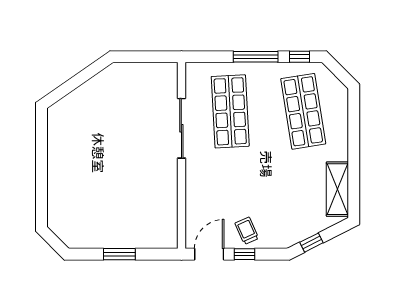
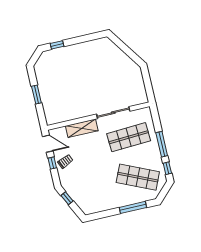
shop shelf: (303, 111) -> (138, 177), turned 33
window: (354, 132) -> (133, 207), added
shelving: (337, 189) -> (82, 128), moved
window: (41, 199) -> (57, 45), added

